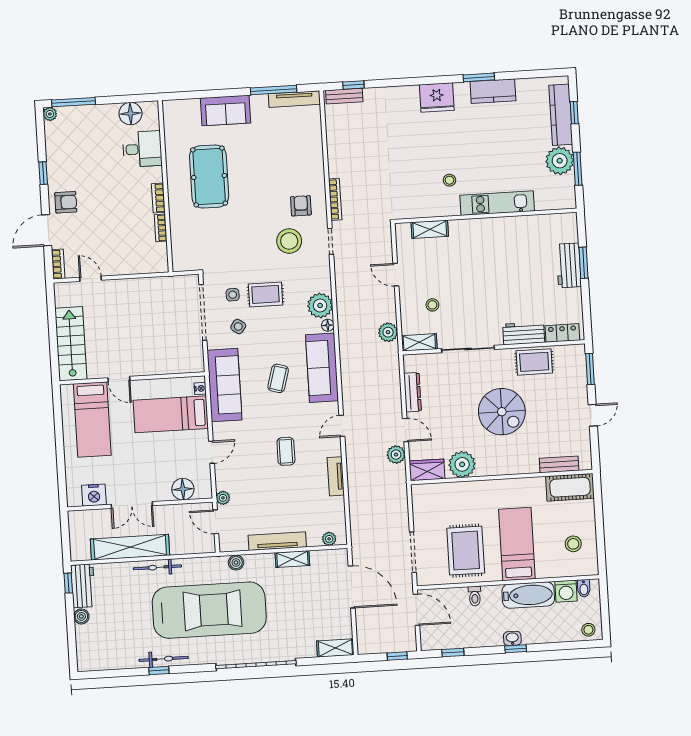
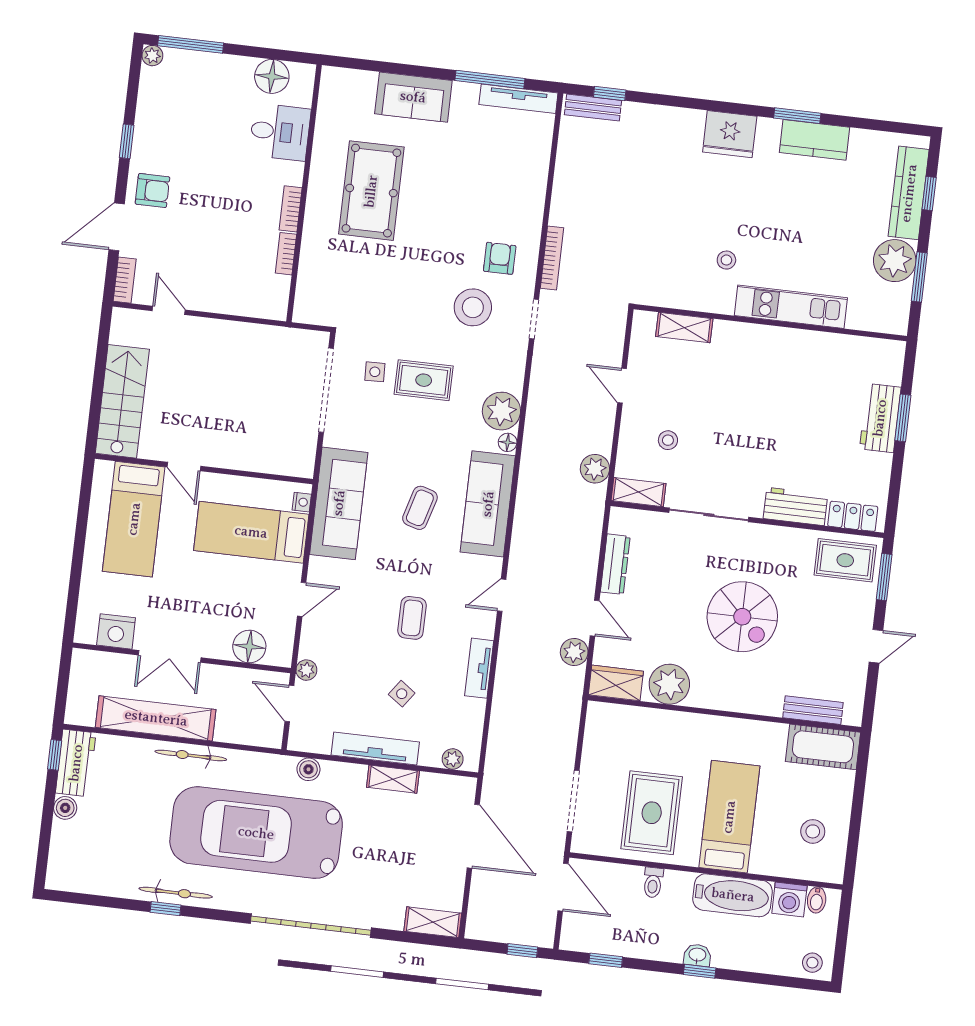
side table: (238, 327) -> (402, 694), moved
rug: (534, 362) -> (845, 560), moved
car: (209, 610) -> (256, 833), turned 180

